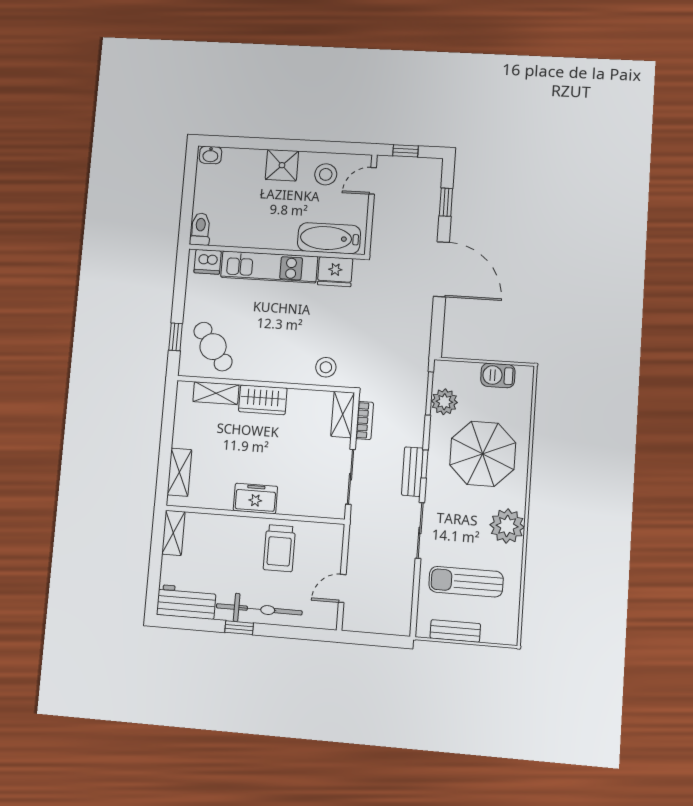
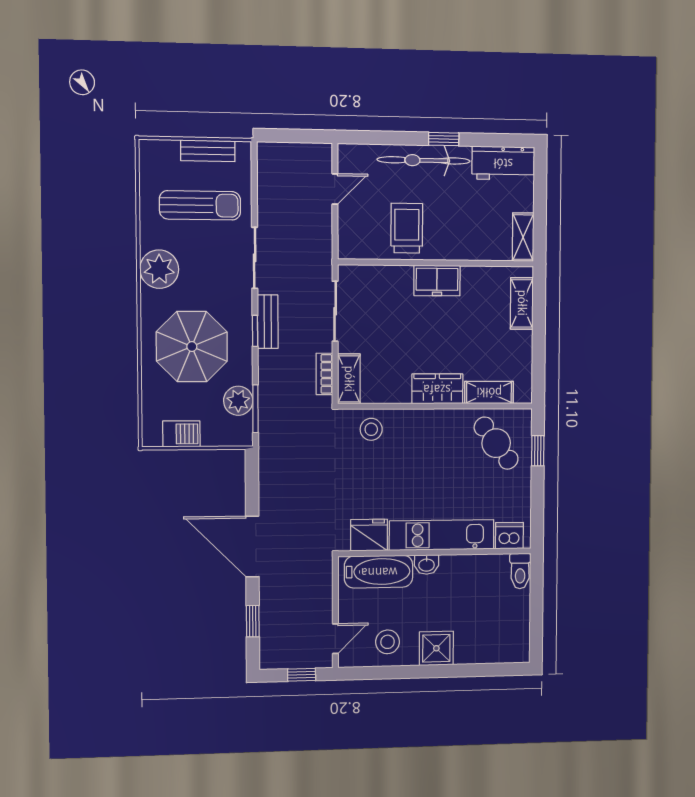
washbasin: (210, 155) -> (427, 565), moved, turned 180

